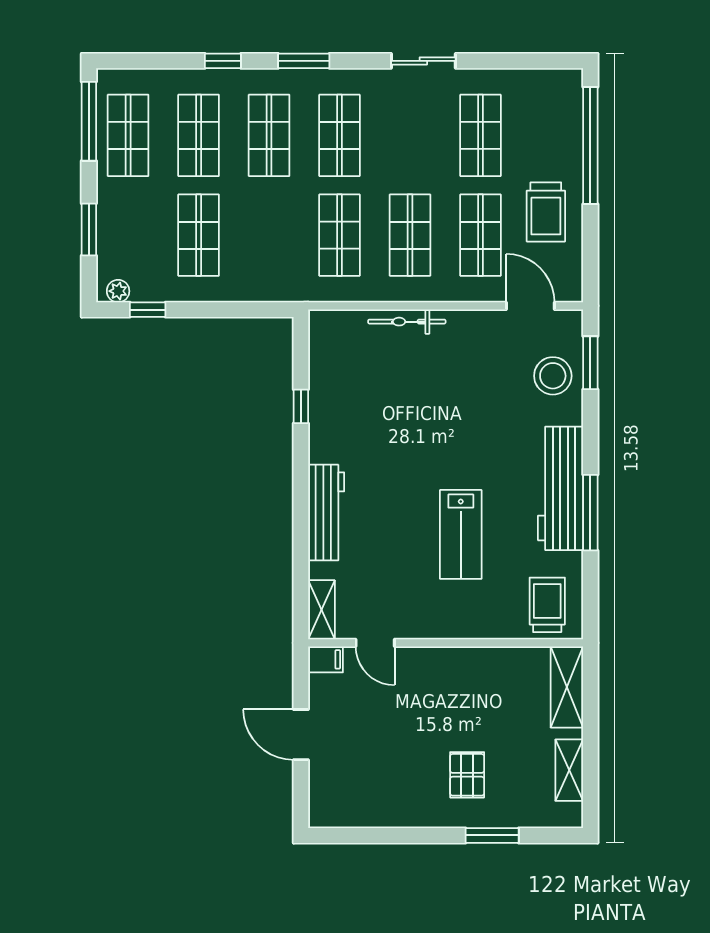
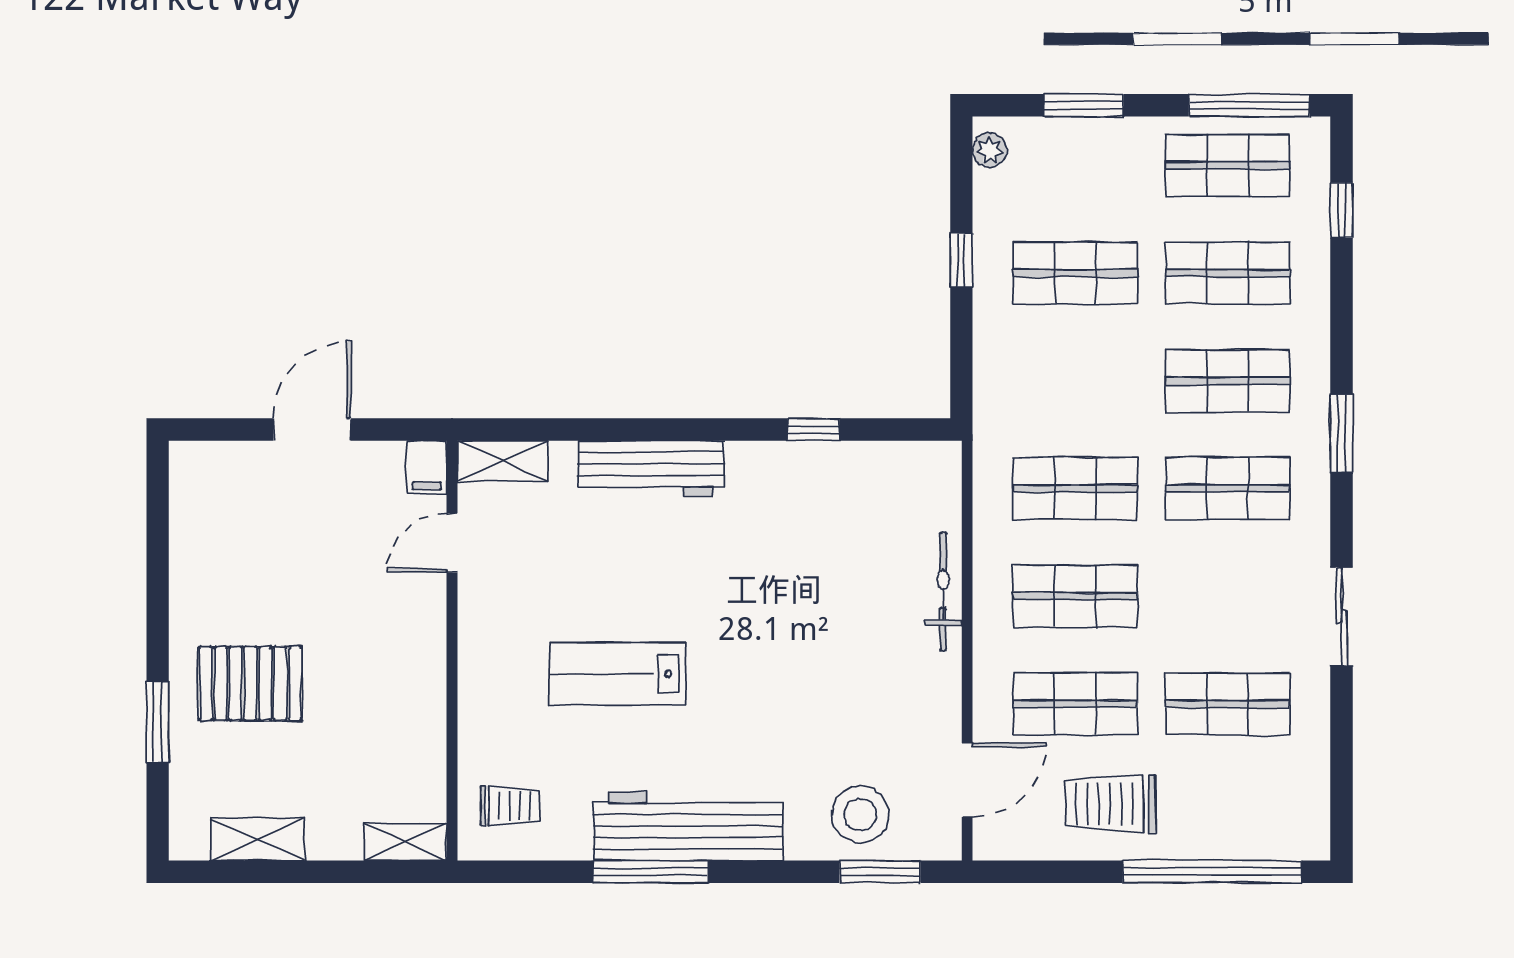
window: (223, 61) -> (1341, 210), moved
window: (148, 310) -> (961, 260), moved
trolley: (547, 605) -> (510, 806), width x0.73, depth x0.72
shelving: (567, 687) -> (405, 842), width x0.67, depth x0.75
pallet: (467, 775) -> (250, 683), width x1.50, depth x1.42

